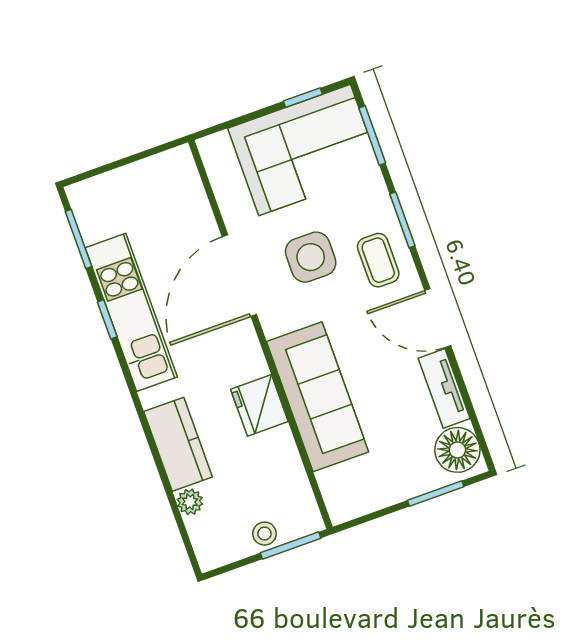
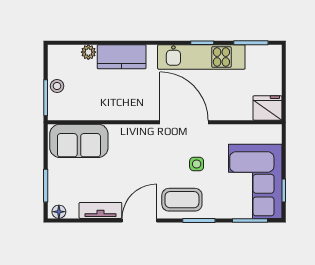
side table: (311, 257) -> (197, 164), width x0.54, depth x0.54
coffee table: (378, 260) -> (182, 200), width x1.36, depth x1.30
door: (239, 276) -> (184, 122), moved
sofa: (318, 397) -> (79, 141), moved, width x0.73
fridge: (259, 405) -> (267, 108), moved
floor lamp: (457, 450) -> (59, 212), width x0.53, depth x0.53

